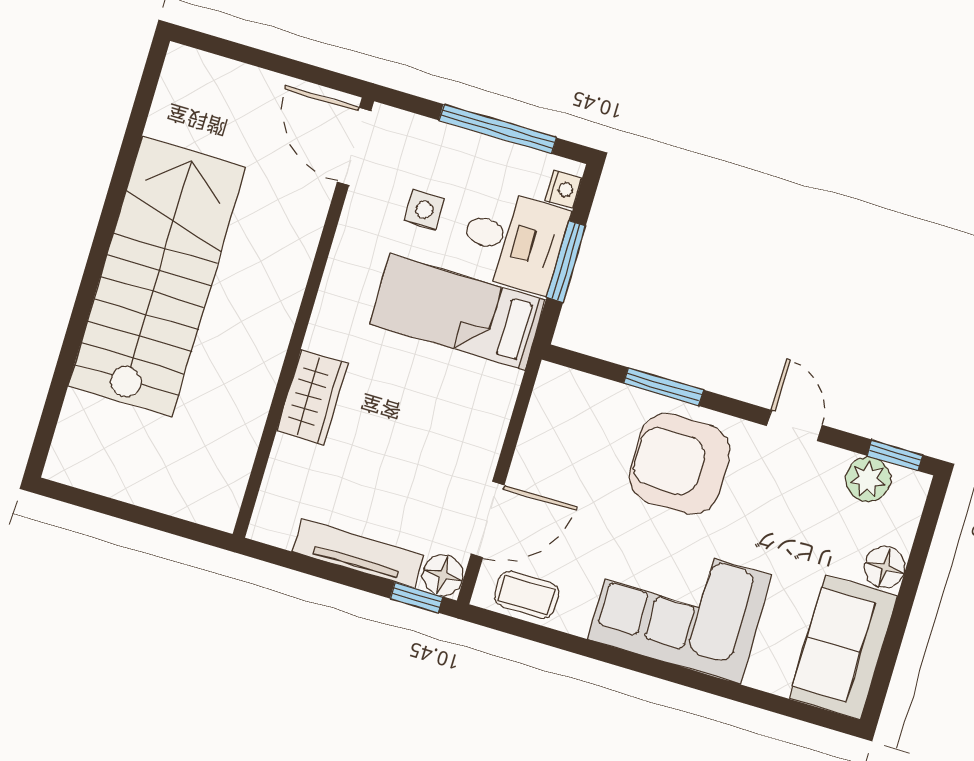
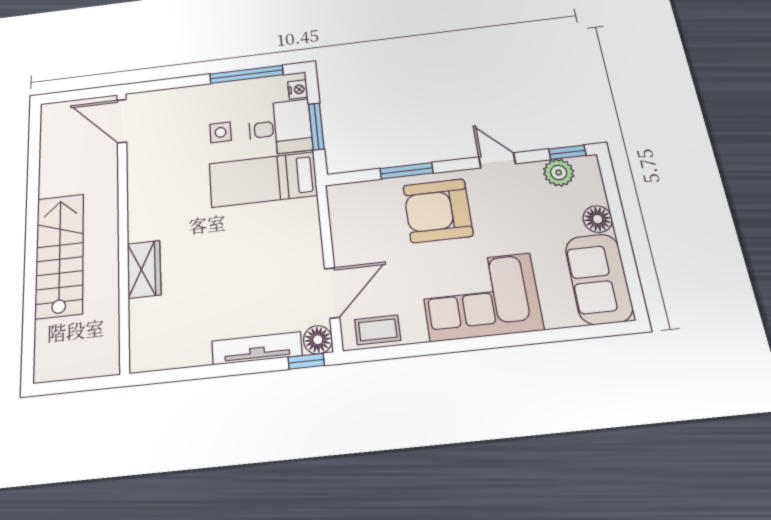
door: (354, 146) -> (122, 121), moved
stairs: (157, 276) -> (60, 255), width x0.73, depth x0.66
wall: (303, 318) -> (123, 225), moved
wardrobe: (312, 397) -> (144, 269), moved

